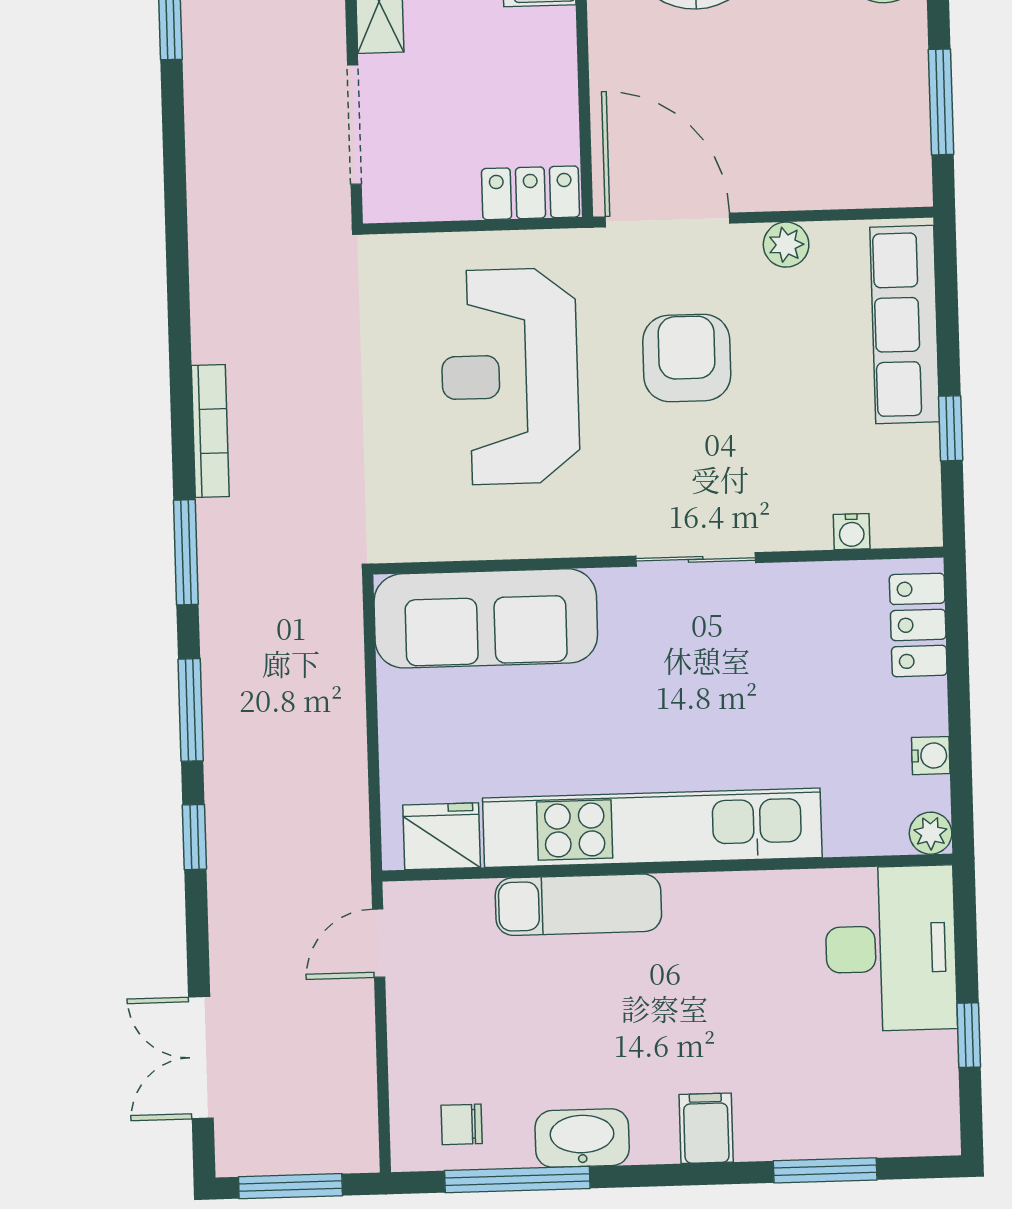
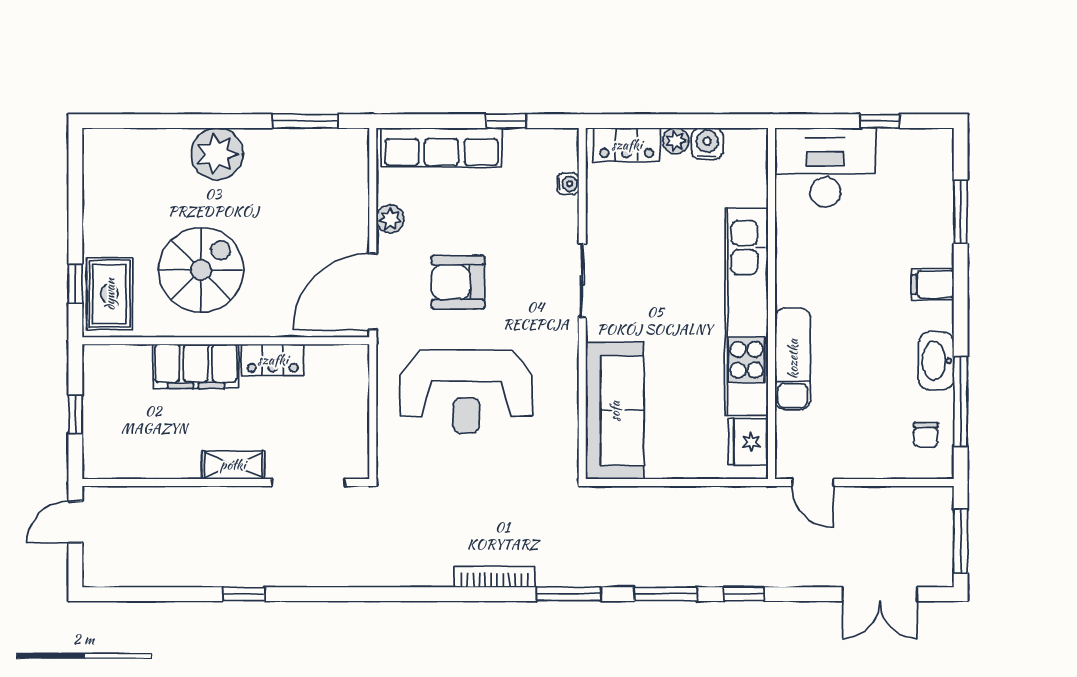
locker: (530, 193) -> (273, 360), moved, turned -90
water cooler: (931, 756) -> (707, 144), width x1.38, depth x1.38
plant: (931, 833) -> (676, 141), moved

